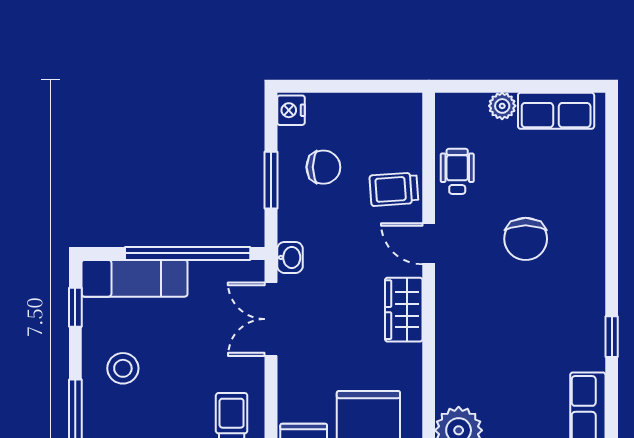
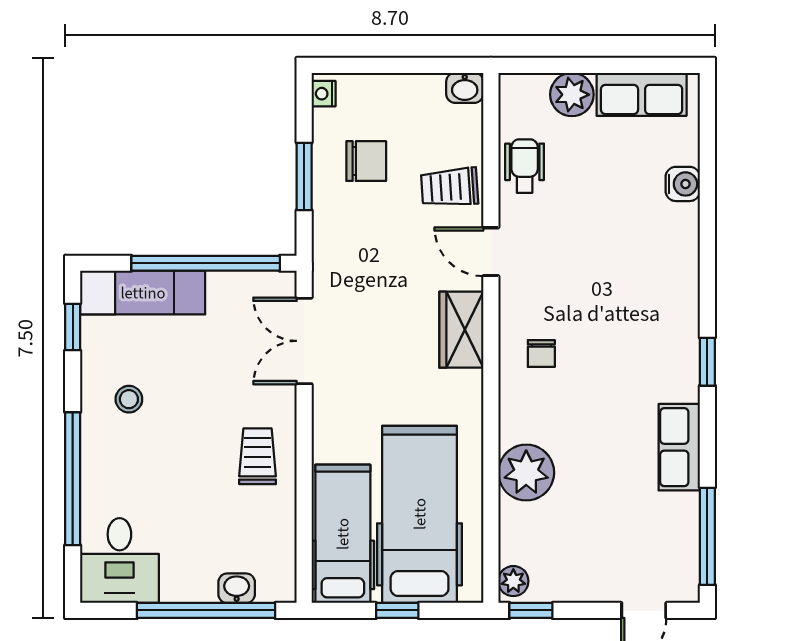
plant: (502, 106) -> (572, 95), width x1.38, depth x1.38
nightstand: (291, 110) -> (324, 94), width x0.72, depth x0.74
water cooler: (591, 186) -> (683, 184), added
chair: (526, 239) -> (541, 354), moved, width x0.54, depth x0.54
washbasin: (290, 257) -> (465, 88), moved, turned 90
stool: (123, 368) -> (129, 399), width x0.73, depth x0.73

